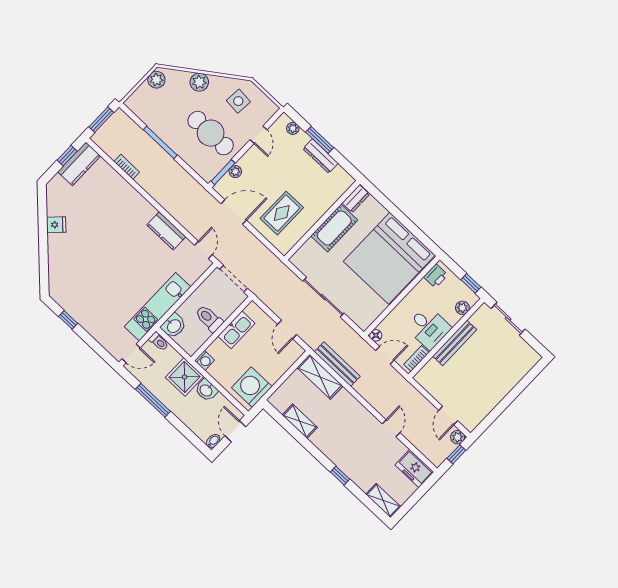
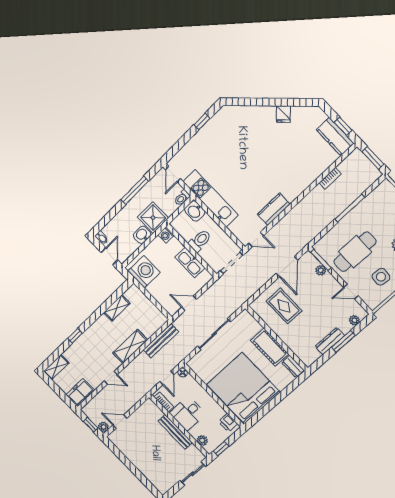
shelving: (320, 377) -> (130, 346), moved
door: (235, 431) -> (109, 256), hinge flipped

